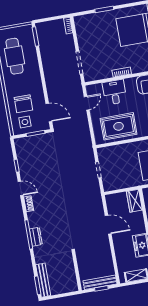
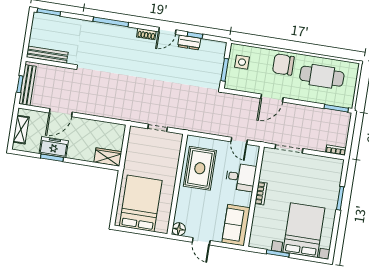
chair: (23, 104) -> (283, 65), moved
door: (49, 112) -> (272, 98), moved
door: (108, 225) -> (61, 113), moved
dresser: (36, 237) -> (189, 42), moved
bench: (43, 280) -> (47, 55), moved

